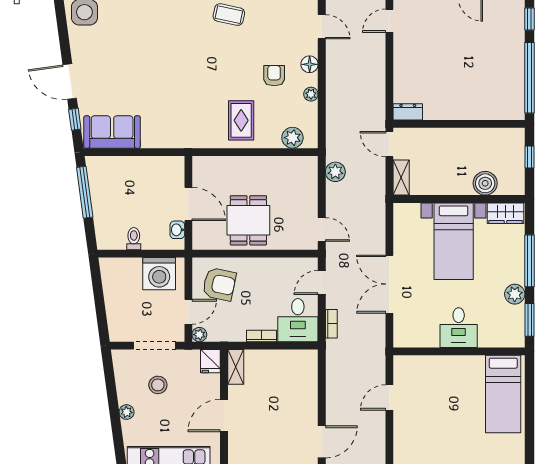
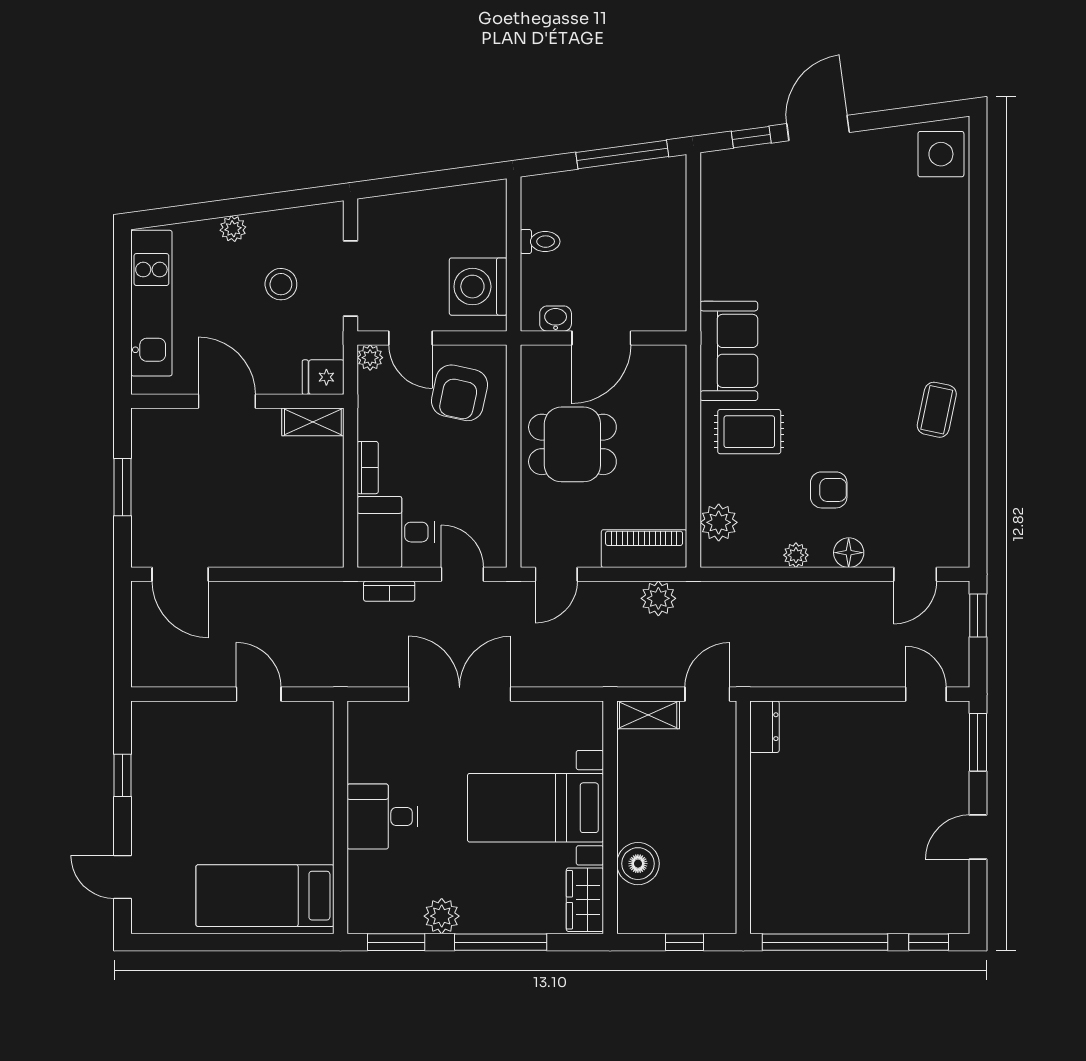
sofa: (112, 132) -> (729, 351), moved
piano: (307, 180) -> (644, 549), added

